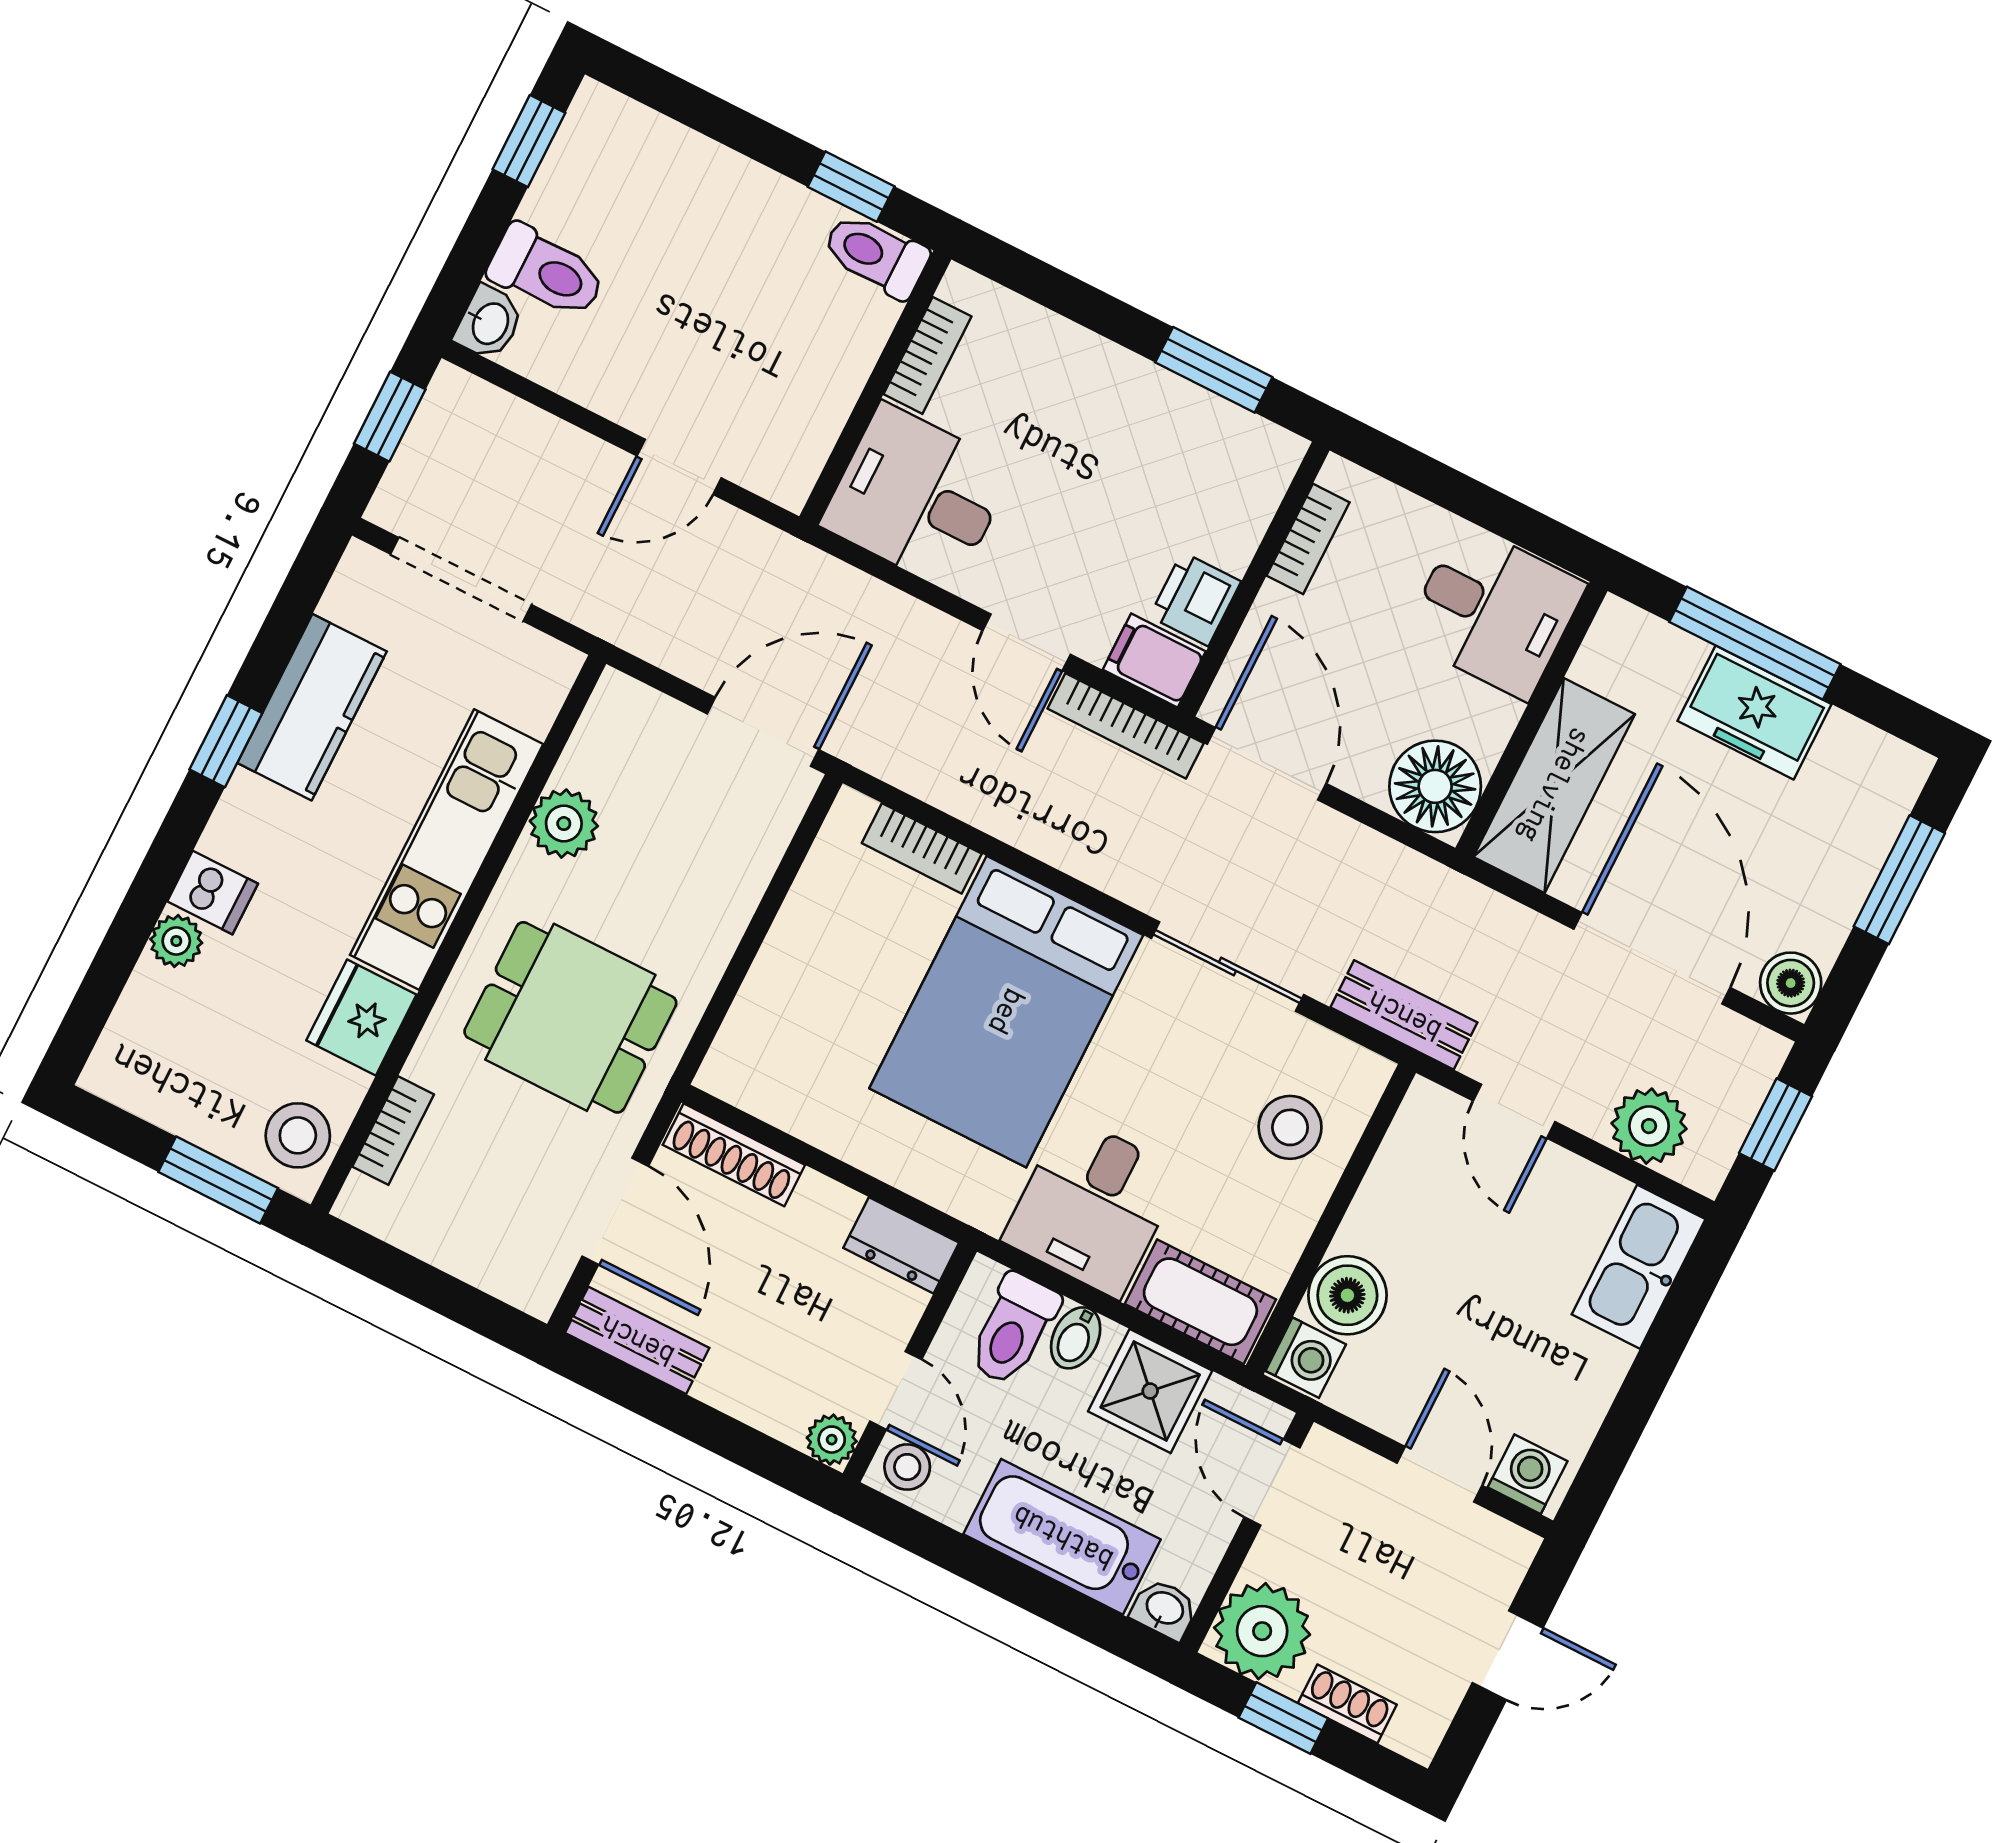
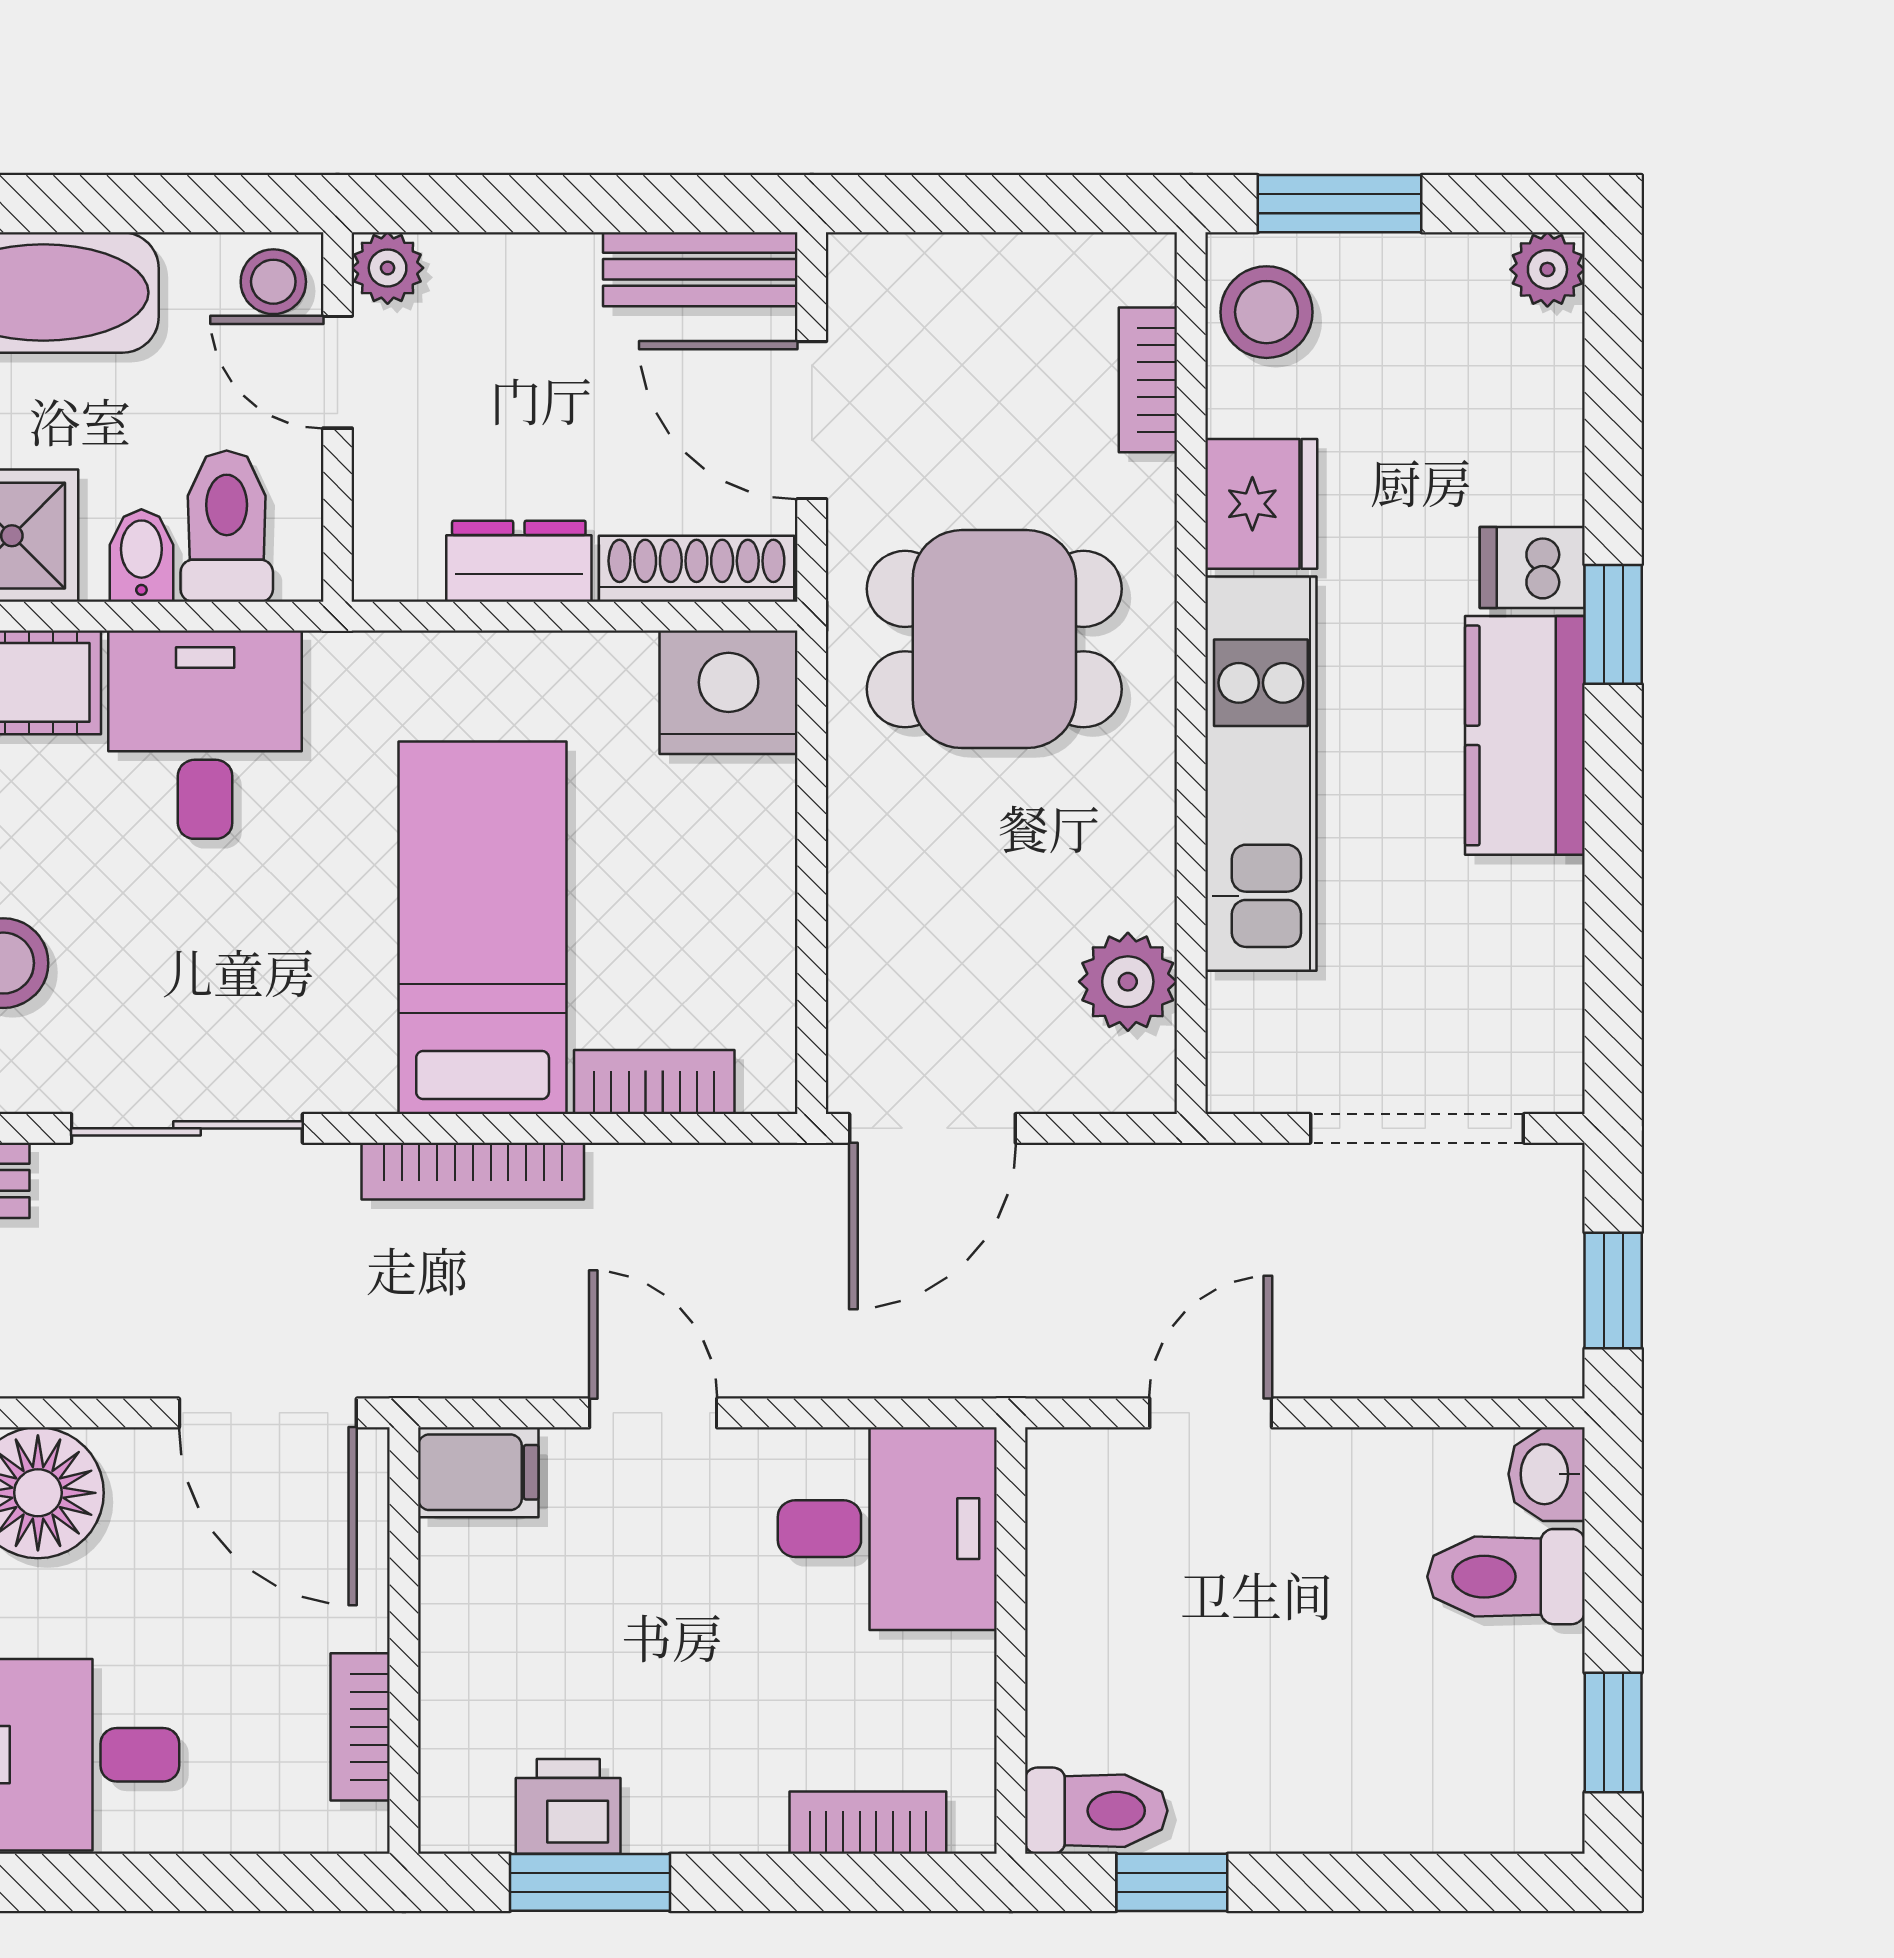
bookcase: (927, 355) -> (868, 1823), moved, turned 90
printer: (1195, 599) -> (568, 1806), moved, turned -90
kitchen counter: (312, 707) -> (1525, 735), moved
bookcase: (1126, 726) -> (473, 1171), moved, turned 180
window: (226, 741) -> (1613, 624), moved
plant: (564, 824) -> (1128, 982), moved
plant: (176, 941) -> (1547, 269), moved
bed: (1006, 1012) -> (483, 928), width x0.67
nightstand: (753, 1068) -> (729, 692), added
dresser: (901, 1245) -> (519, 561), moved

